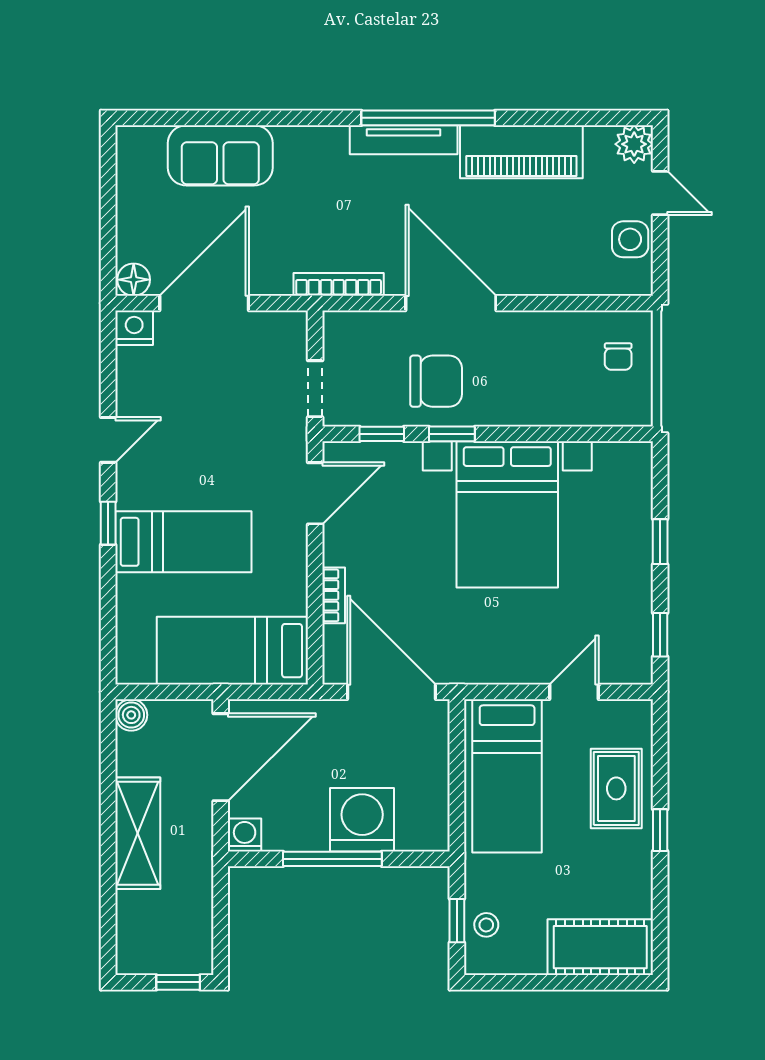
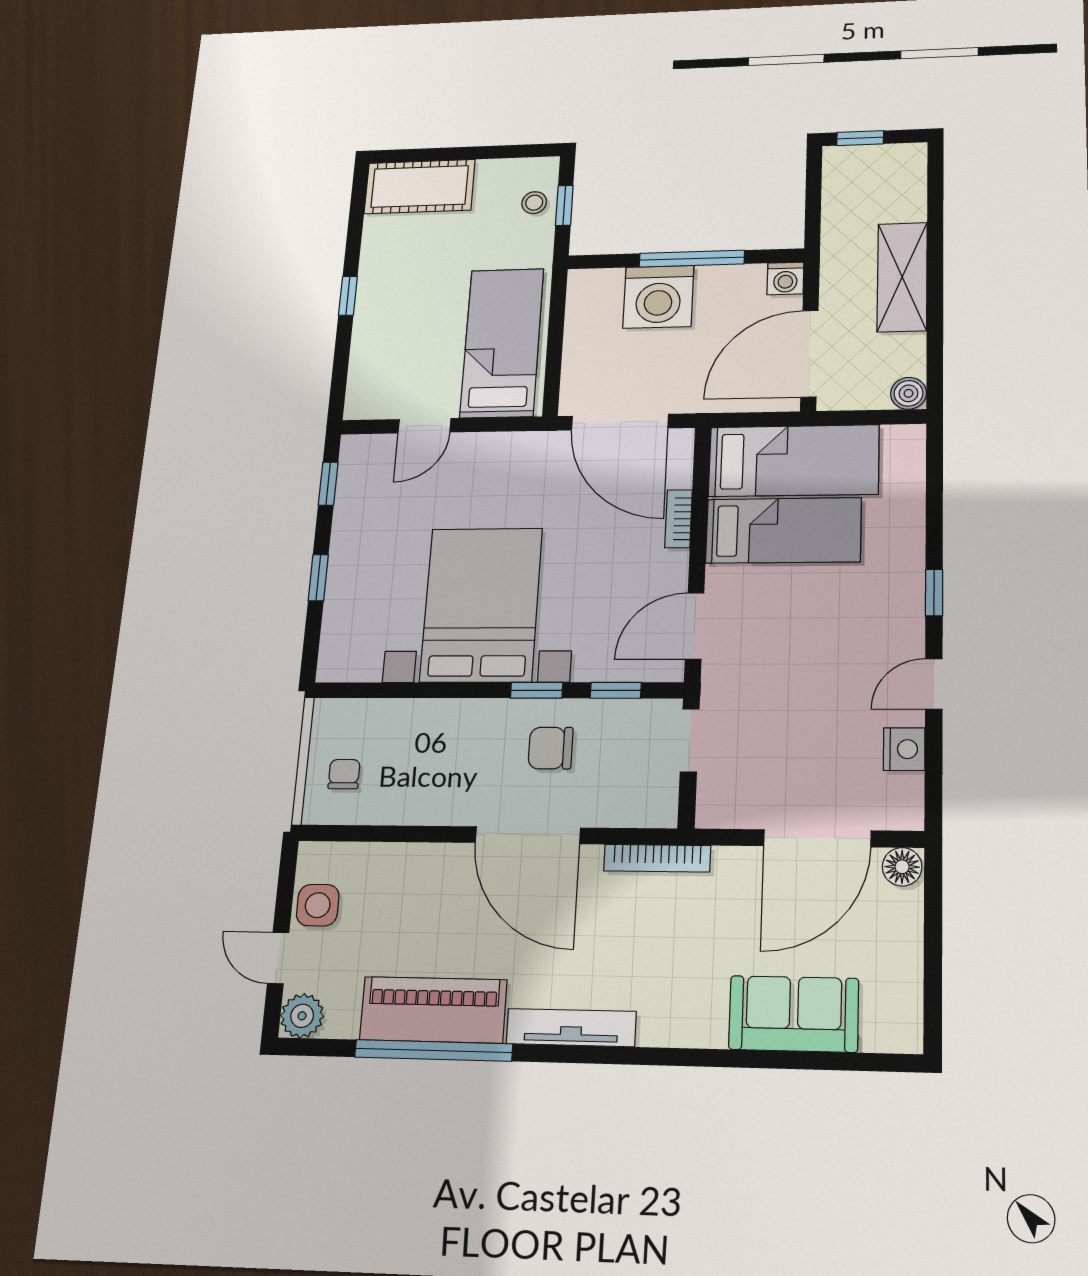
window: (428, 118) -> (433, 1050), moved
nightstand: (134, 328) -> (904, 749), moved, turned -90
chair: (436, 381) -> (551, 748), width x0.73, depth x0.73
bed: (183, 542) -> (783, 530), moved, turned 180
rug: (616, 788) -> (389, 334), removed

